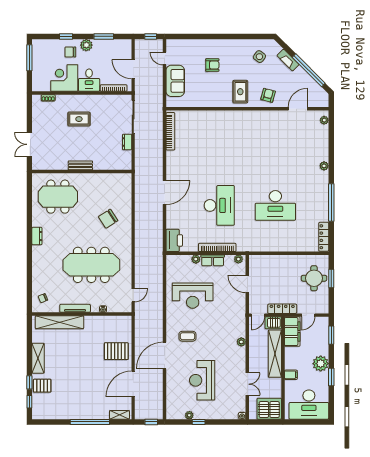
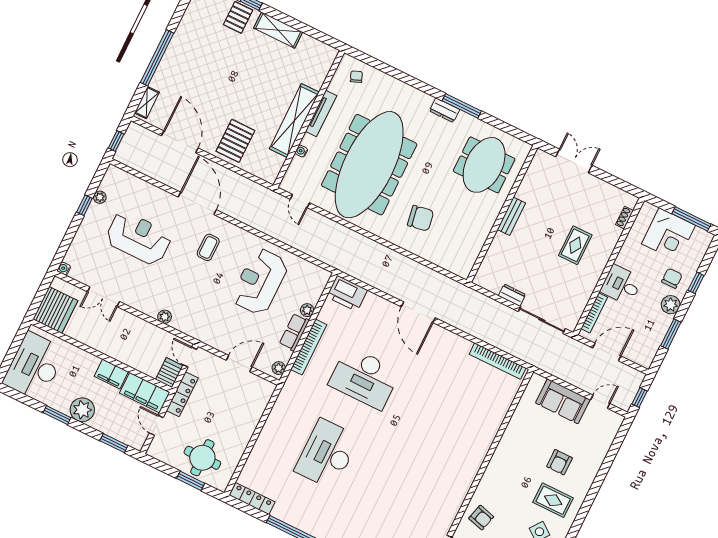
corner desk: (64, 78) -> (668, 235), moved, turned 90
rug: (240, 92) -> (553, 500), moved
chair: (108, 219) -> (421, 218), turned 113
window: (29, 227) -> (462, 106), added
meeting table: (91, 265) -> (369, 165), width x1.36, depth x1.27
shelving: (59, 322) -> (294, 121), moved
shelving: (275, 354) -> (126, 354), removed
filing cabinet: (291, 375) -> (111, 374), moved, width x2.00

